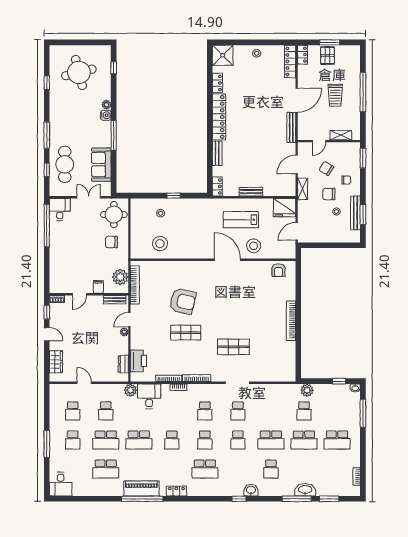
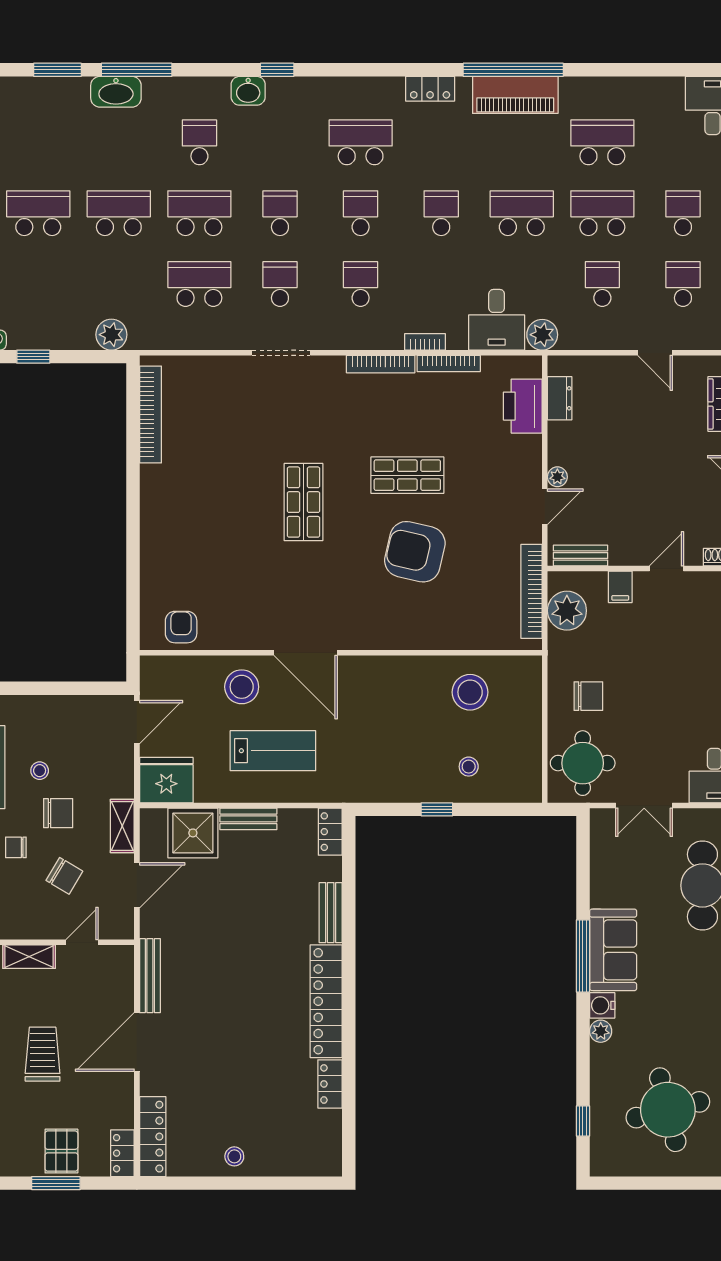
shower: (223, 55) -> (193, 833), moved
sofa: (101, 165) -> (613, 950), moved
bookcase: (291, 321) -> (150, 415), moved
shop shelf: (233, 347) -> (304, 502), moved, turned 90
school desk: (304, 411) -> (199, 284), moved, width x1.85

